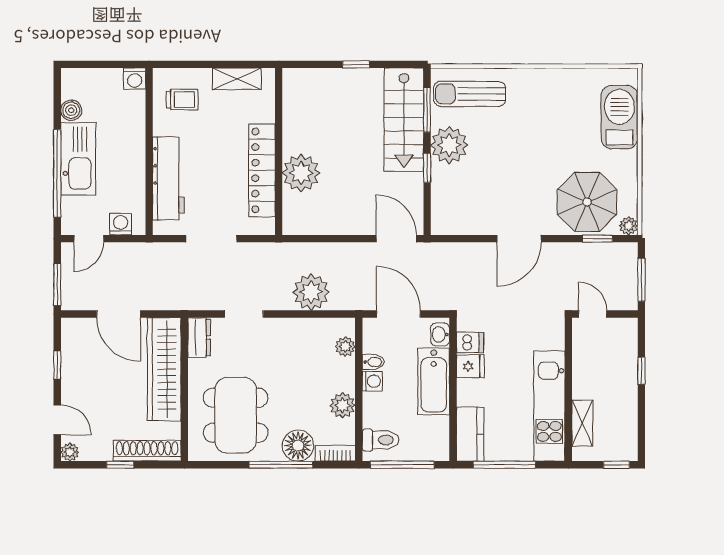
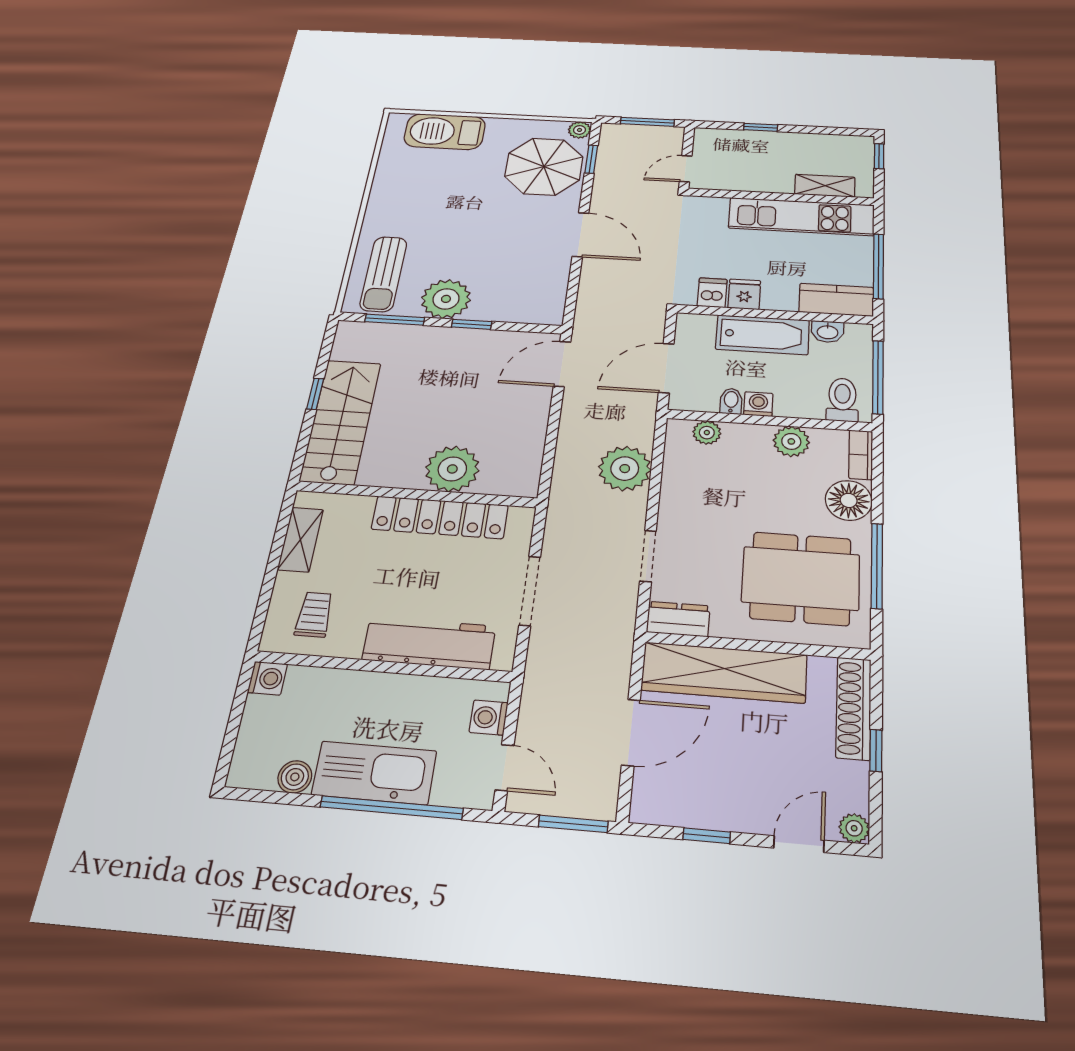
stairs: (404, 120) -> (341, 421), moved, turned -90
washbasin: (440, 334) -> (828, 332), moved
window: (281, 465) -> (877, 566), moved

